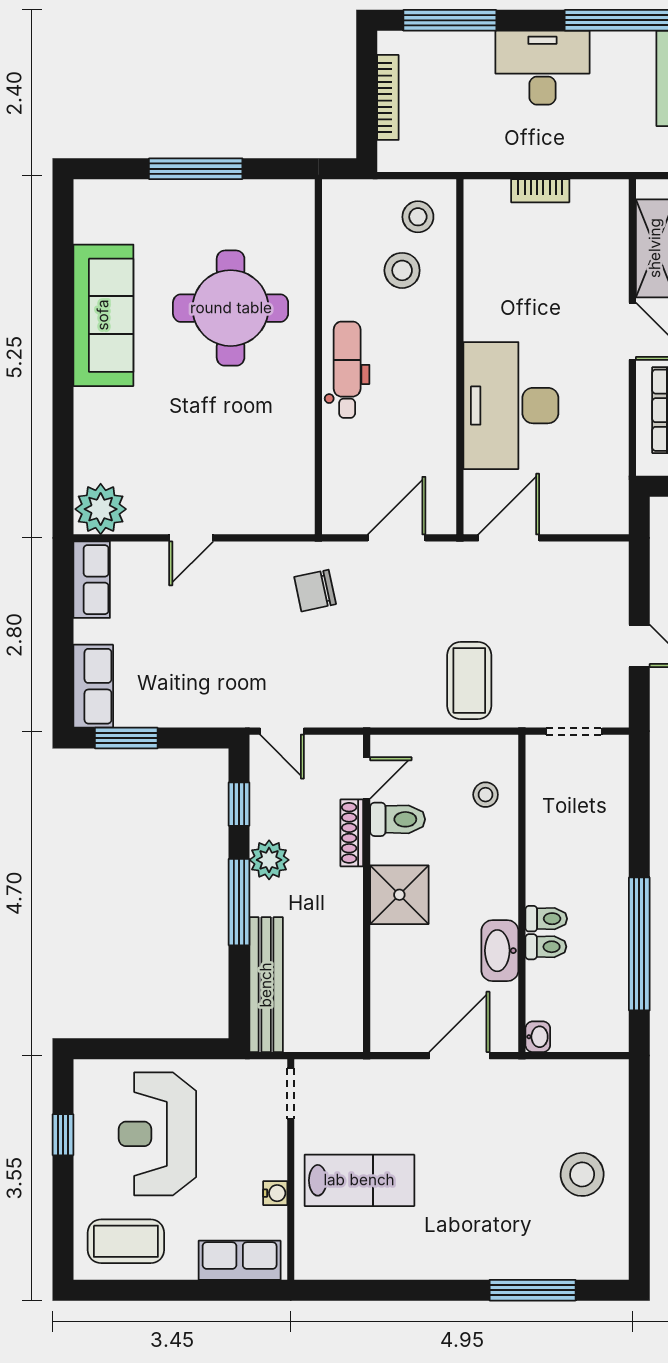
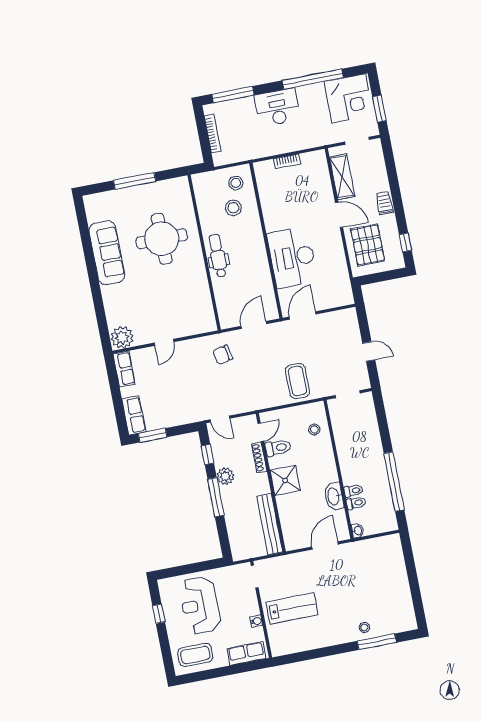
toilet: (546, 919) -> (356, 503), moved
bench: (266, 985) -> (270, 524), moved
stool: (582, 1174) -> (364, 628), moved, width x0.53, depth x0.53

